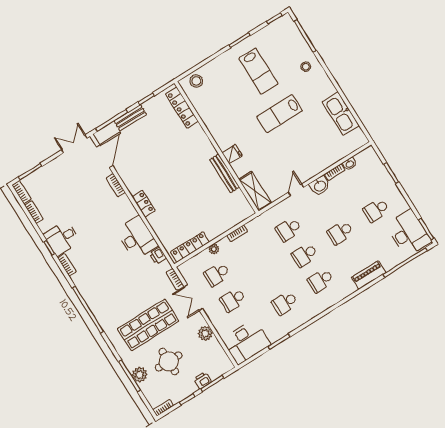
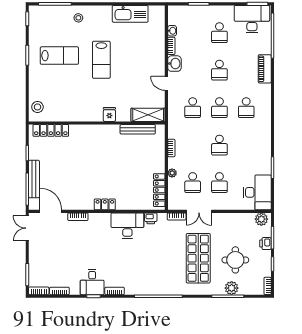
bench: (130, 118) -> (34, 179), width x1.36
bench: (225, 173) -> (138, 129), moved
school desk: (285, 303) -> (219, 145), moved
plant: (205, 333) -> (261, 219), moved

